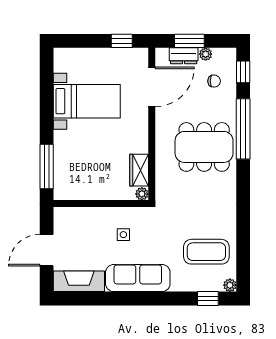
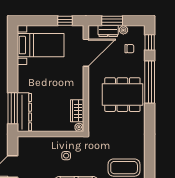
bed with nightstands: (87, 101) -> (41, 45), moved
dresser: (63, 172) -> (24, 112), added

